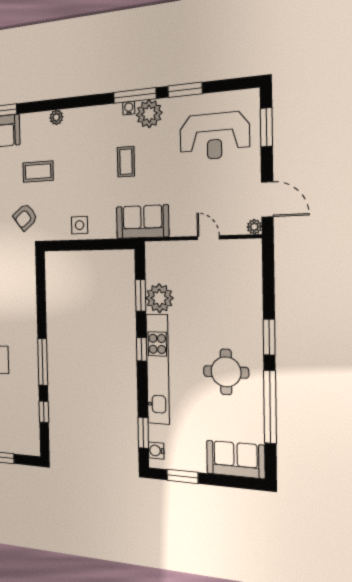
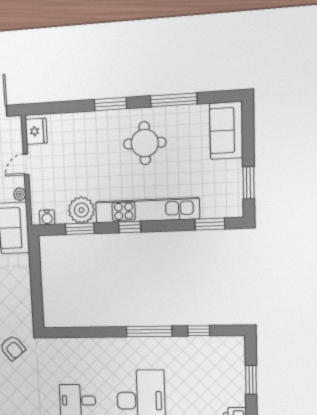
side table: (80, 225) -> (18, 291), removed
plant: (254, 227) -> (20, 194), moved
fridge: (244, 251) -> (36, 131), added
window: (270, 407) -> (174, 100), width x0.68
water cooler: (156, 451) -> (47, 217), moved

